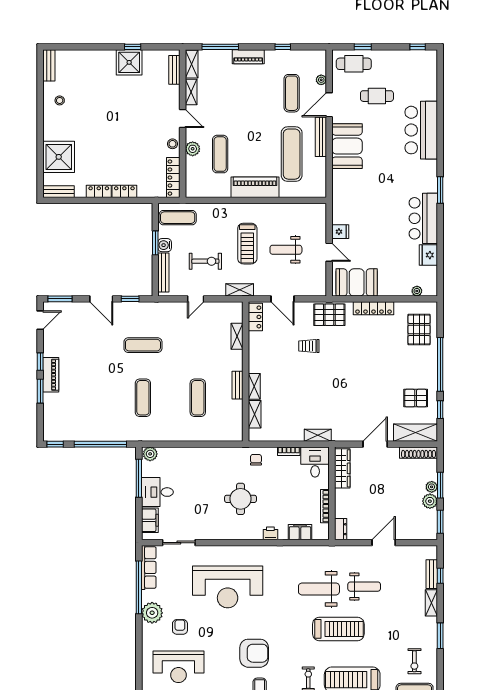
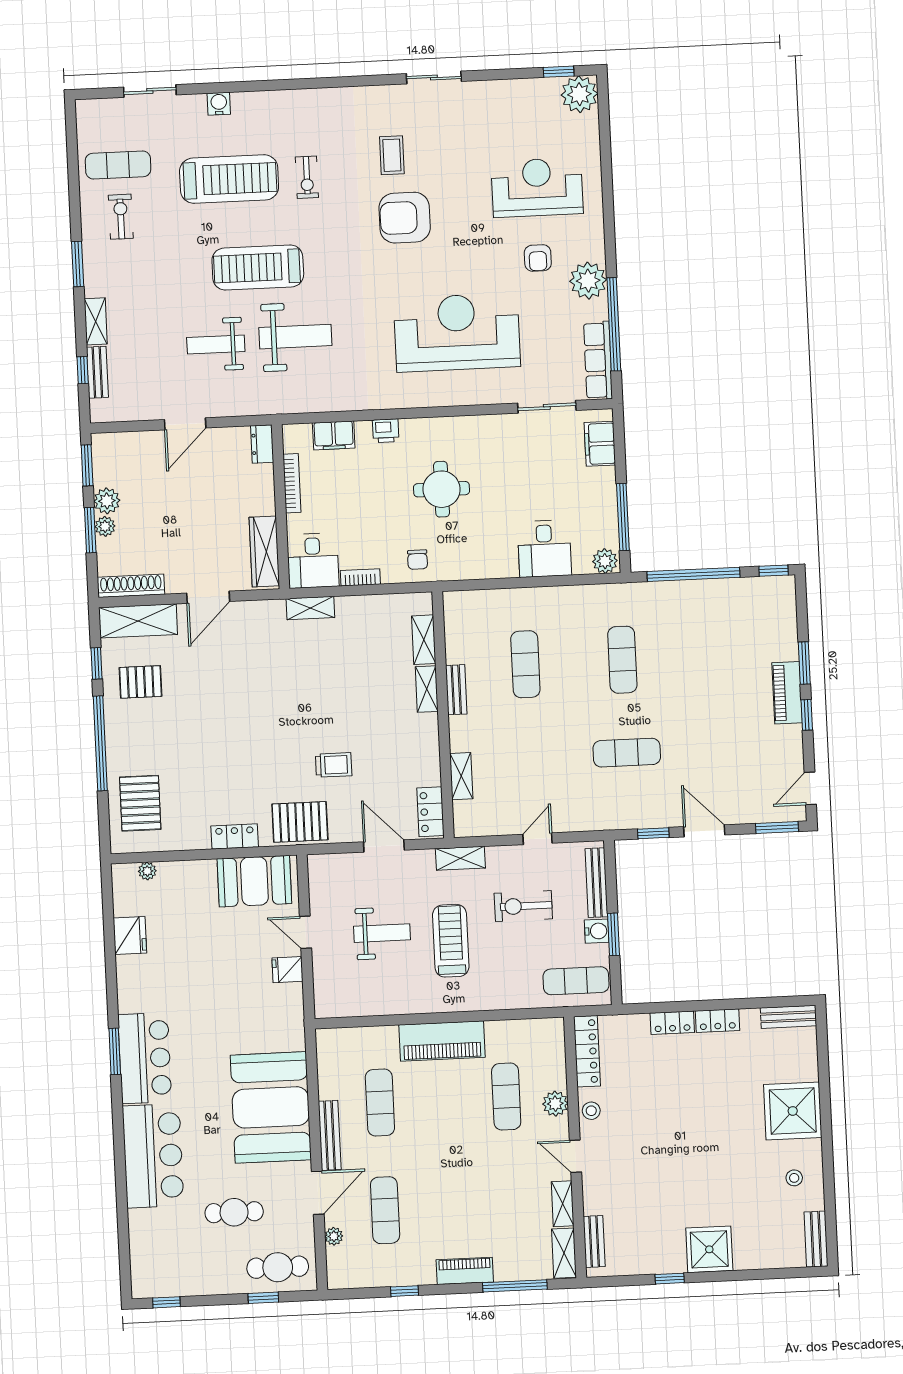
shower: (129, 62) -> (709, 1249), moved
booth: (347, 146) -> (271, 1107), width x1.36, depth x1.42
exercise mat: (292, 154) -> (380, 1103), width x0.73, depth x0.69
shower: (59, 157) -> (793, 1111), moved
bar counter: (423, 218) -> (145, 1058), moved
locker: (373, 308) -> (235, 836), width x0.66
desk: (157, 492) -> (544, 549), moved, turned 90

